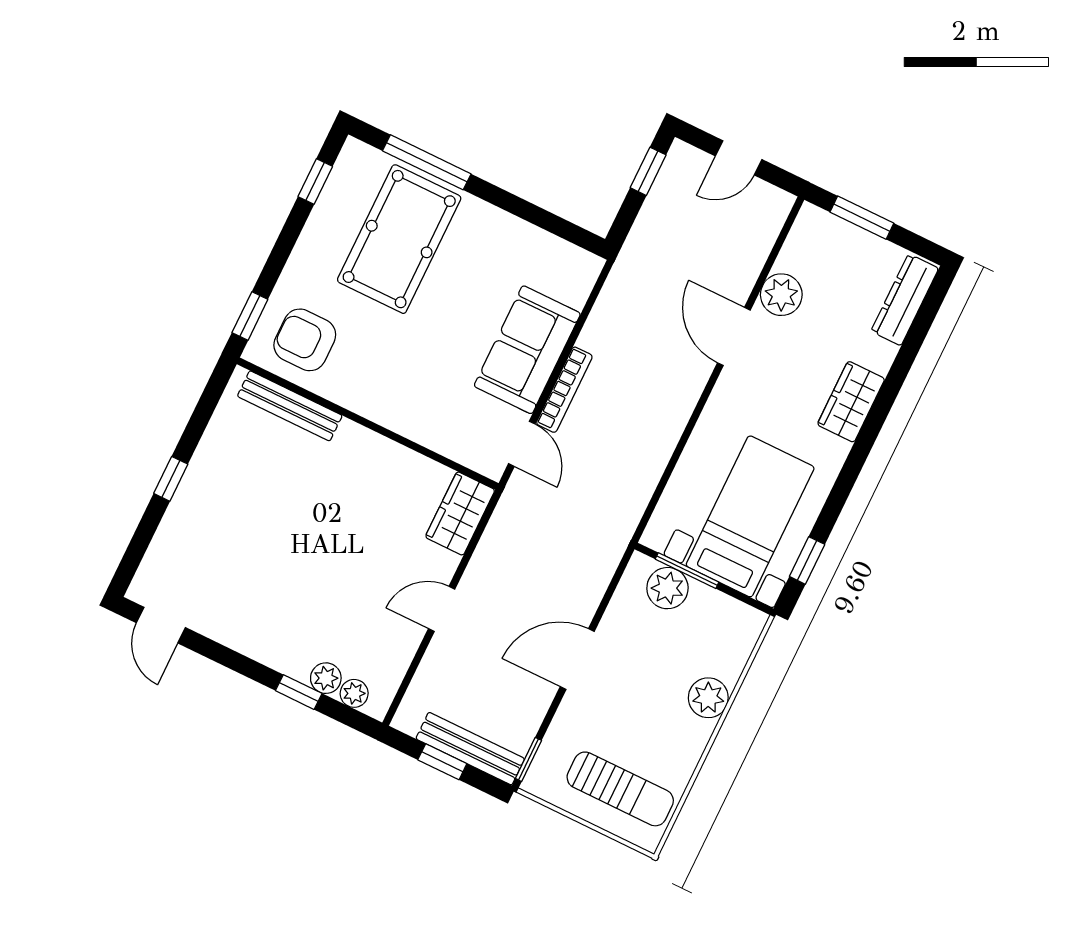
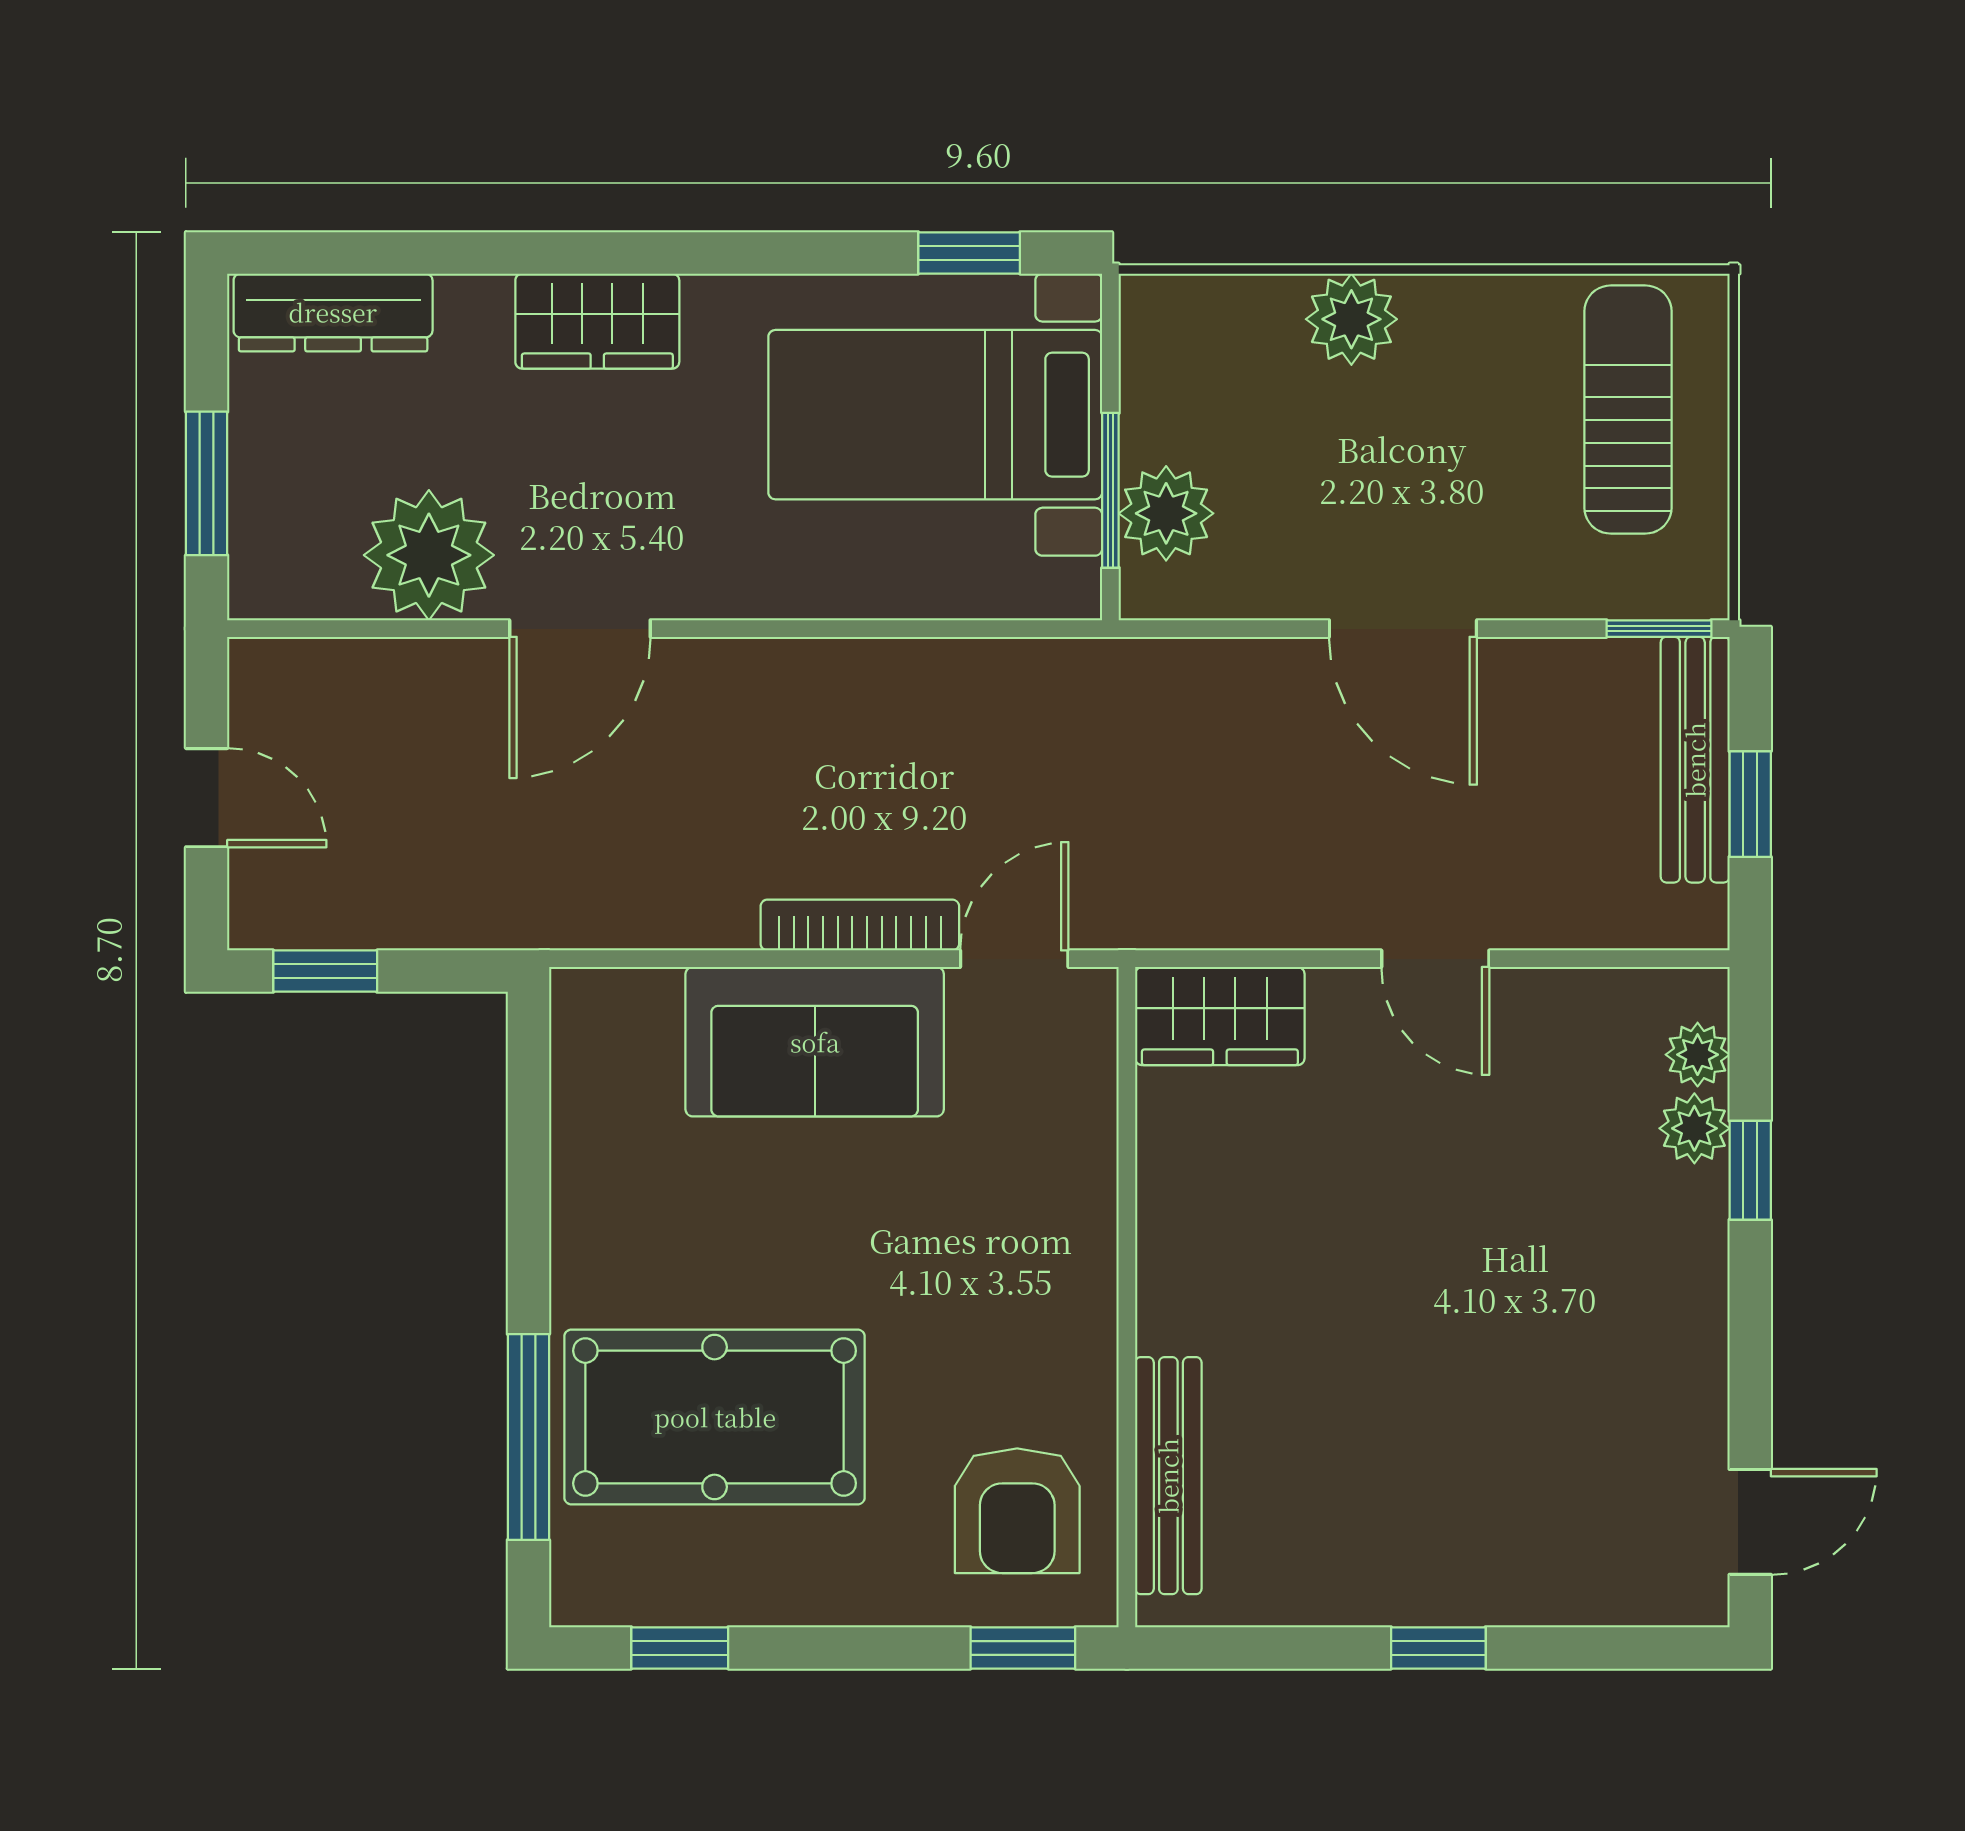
plant: (781, 295) -> (429, 555), width x1.36, depth x1.36

